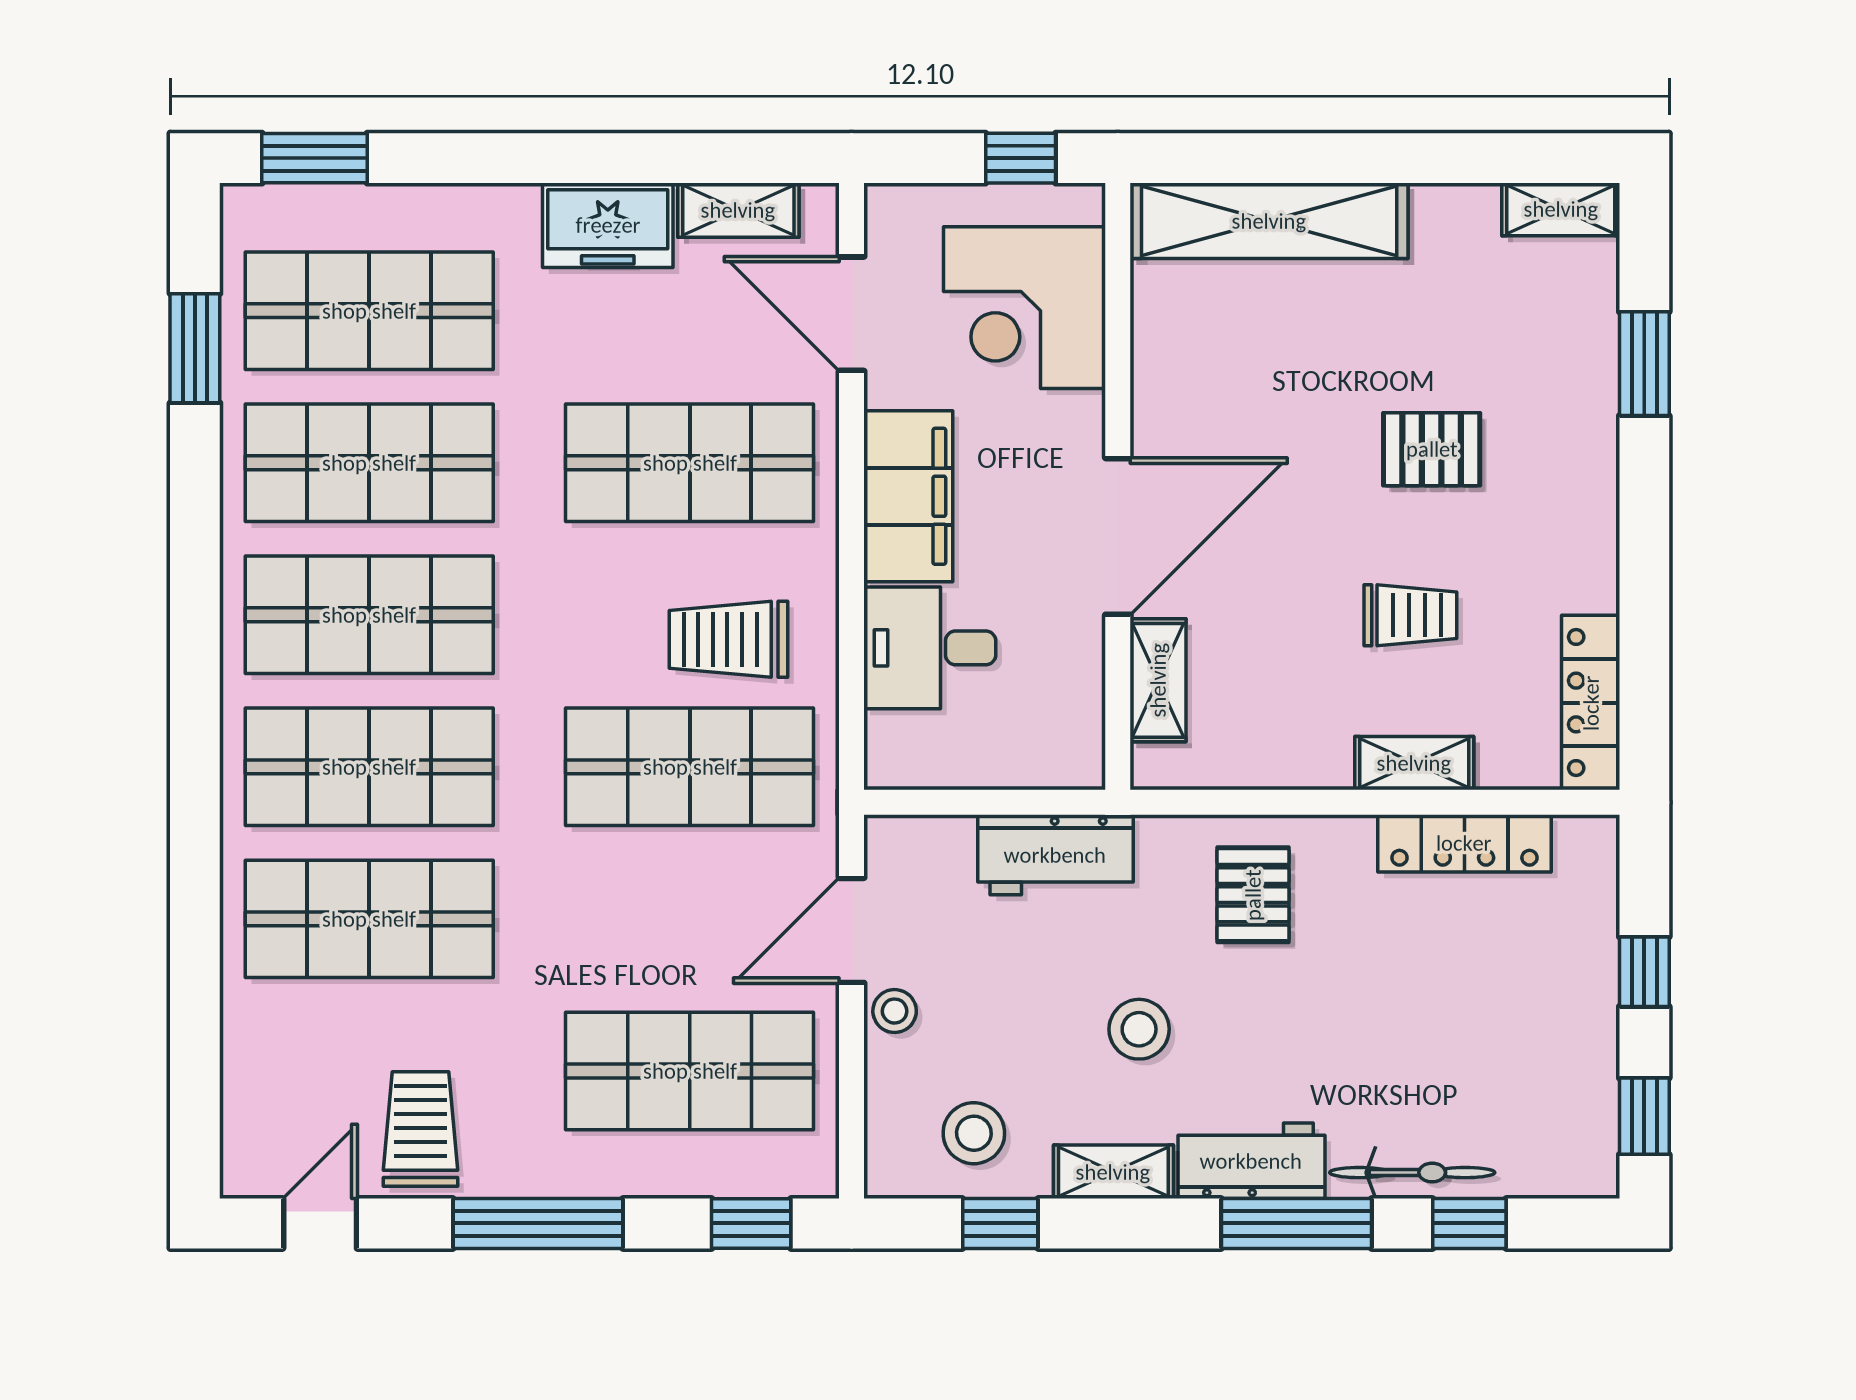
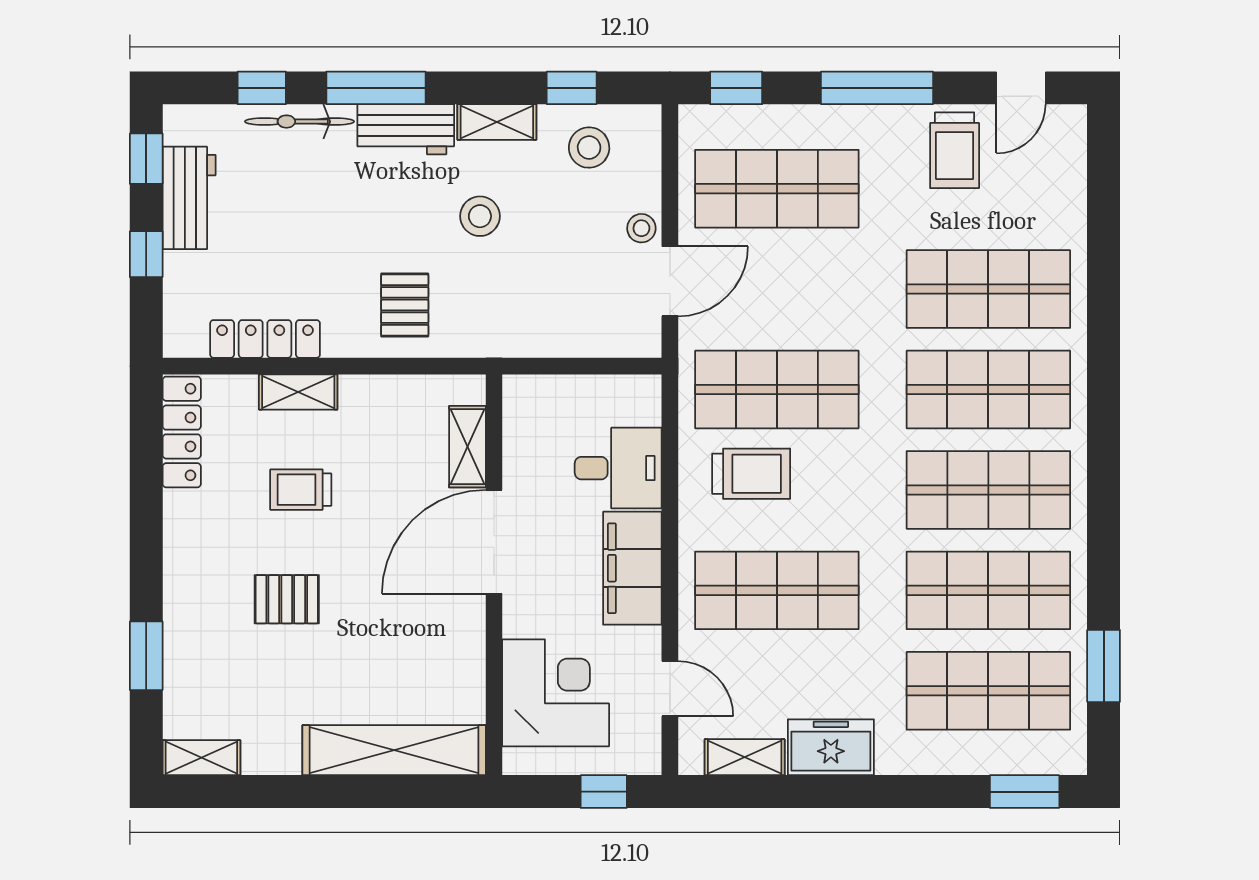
window: (1021, 158) -> (604, 792), moved
door: (852, 314) -> (670, 689), width x0.73
workbench: (1055, 855) -> (189, 198), moved, turned 90

